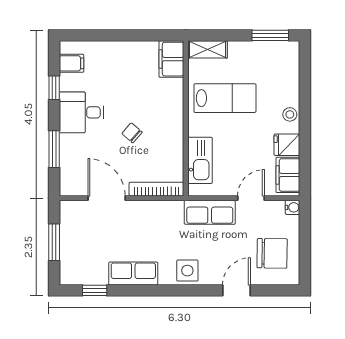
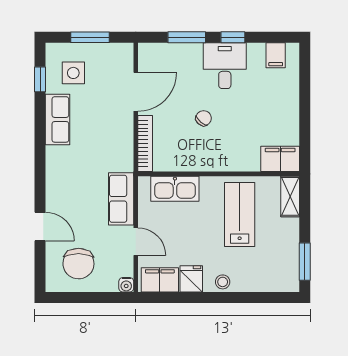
window: (54, 88) -> (233, 37), moved
lab bench: (225, 98) -> (240, 215), turned 180
side table: (187, 271) -> (73, 73), moved

